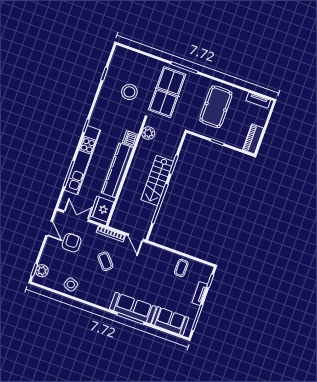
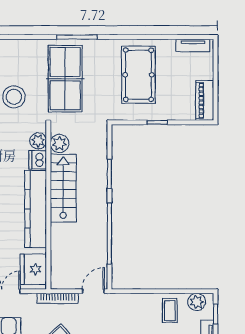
plant: (135, 126) -> (38, 141), added
stairs: (157, 181) -> (63, 188), moved, turned 180
door: (136, 237) -> (93, 291), swing flipped
plant: (201, 269) -> (197, 302), added

